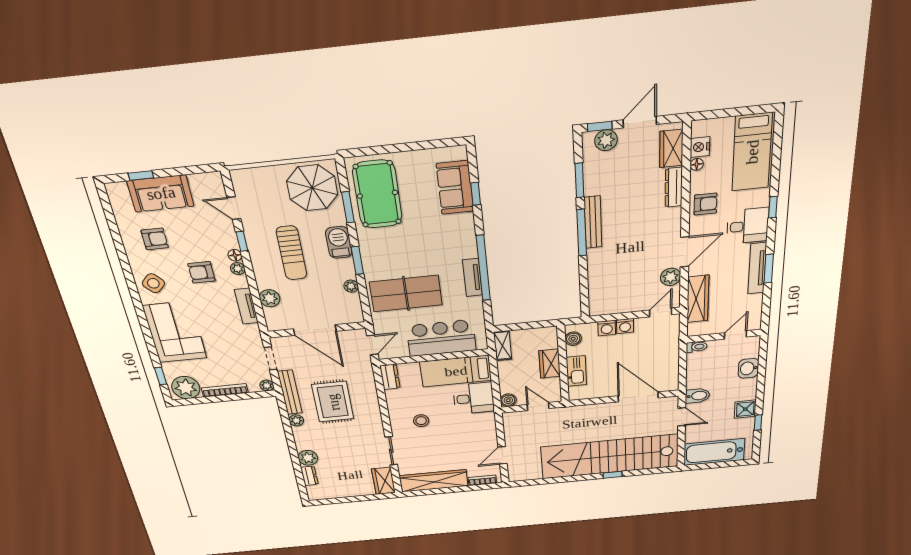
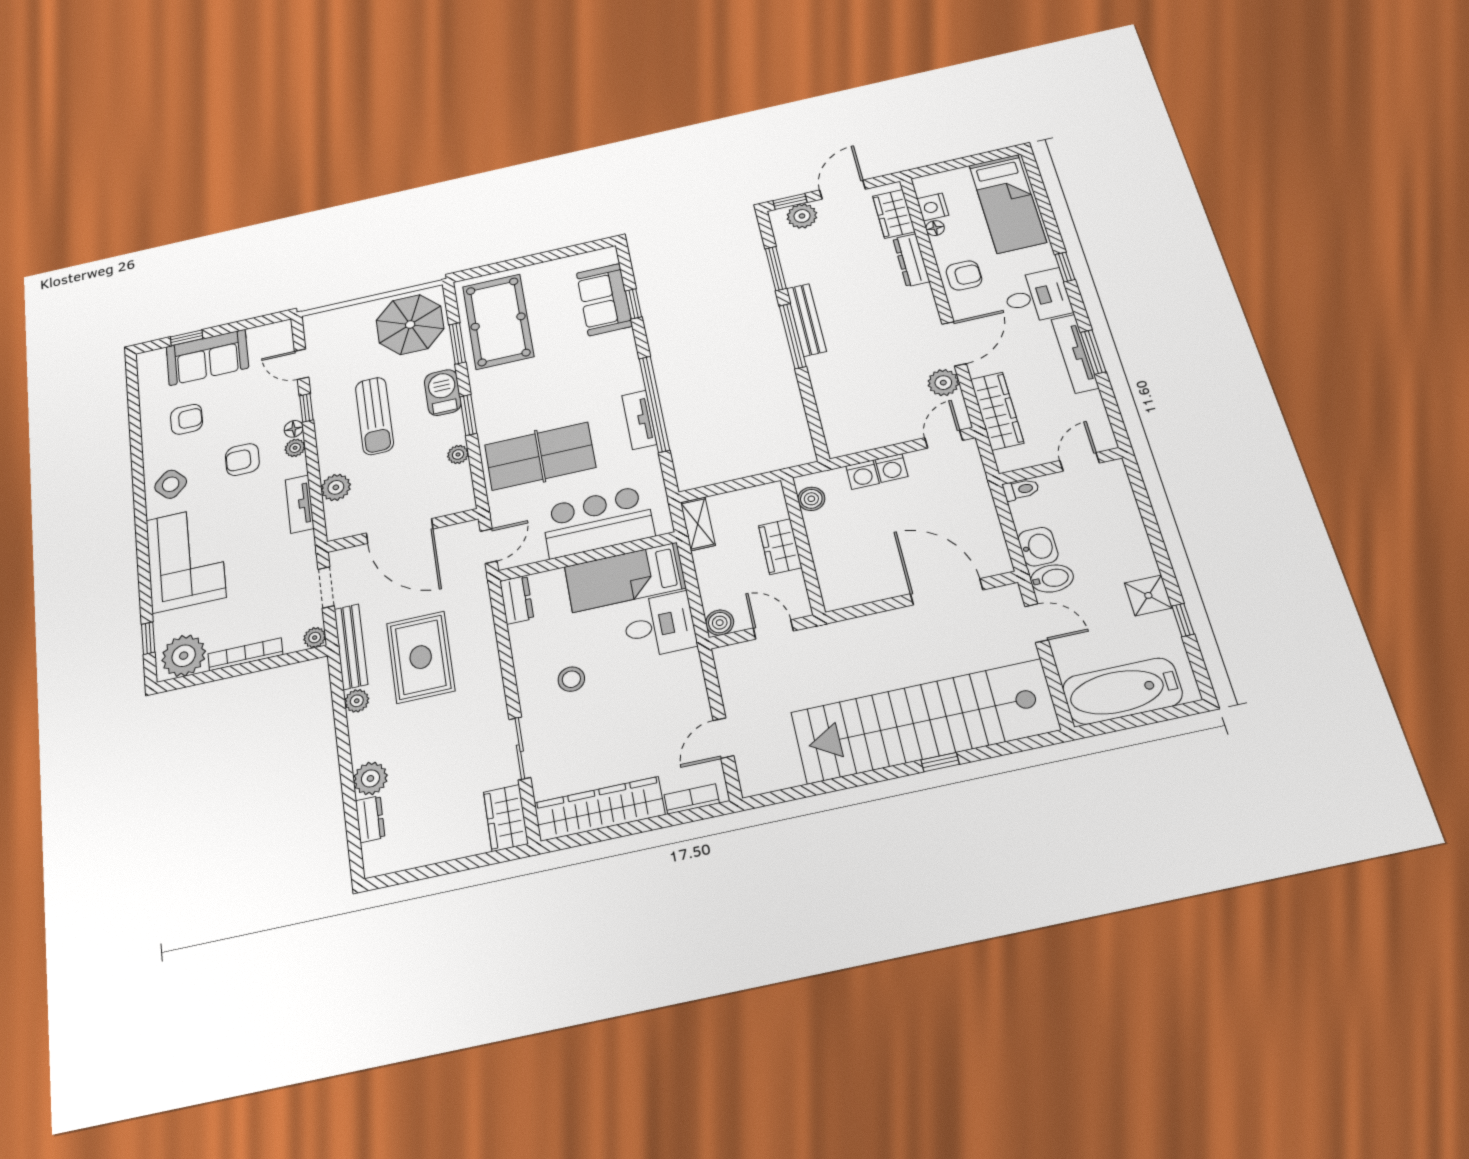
washbasin: (748, 368) -> (1038, 547), moved, turned 180
kitchen sink: (576, 371) -> (828, 555), removed

